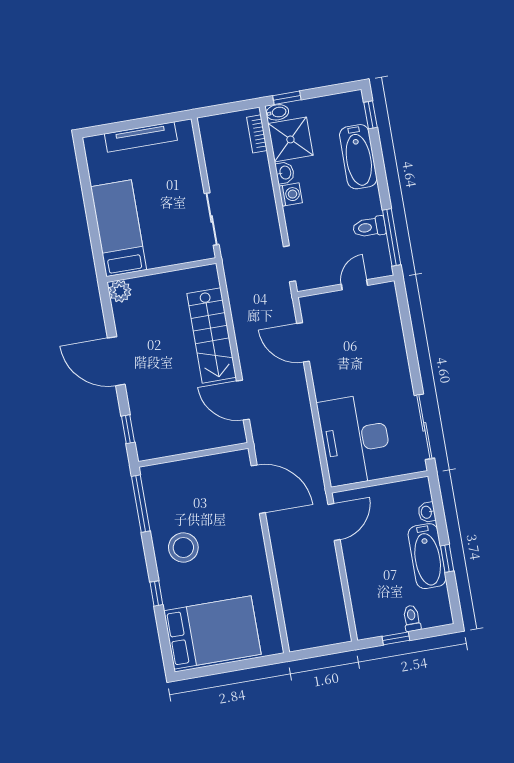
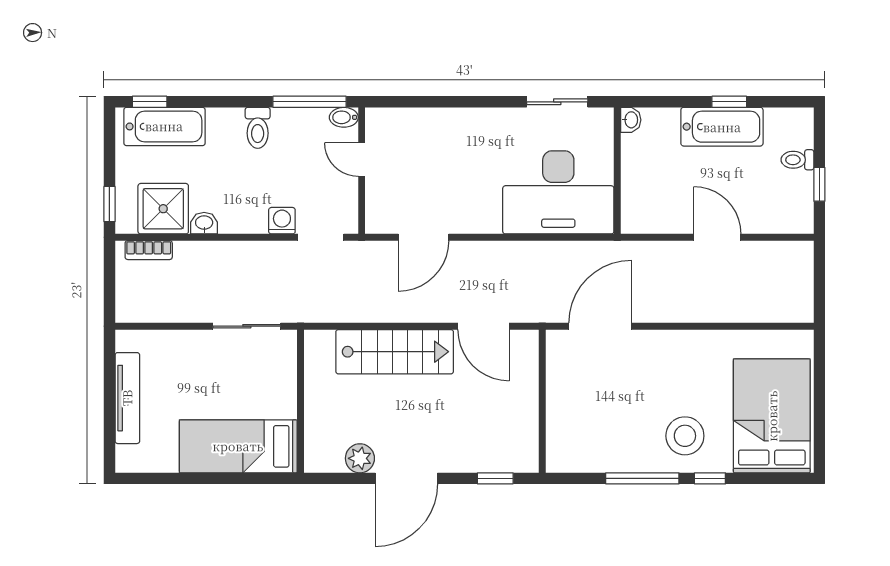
bidet: (277, 112) -> (344, 117), moved, turned -90
bathtub: (358, 157) -> (164, 126), moved
washing machine: (290, 194) -> (282, 221), moved
toilet: (369, 227) -> (258, 128), moved
plant: (120, 291) -> (360, 458), moved
door: (243, 400) -> (484, 326), hinge flipped
sliding door: (424, 427) -> (557, 102), width x0.73
window: (141, 504) -> (642, 478), moved
washbasin: (427, 512) -> (631, 120), moved, turned -90
door: (334, 522) -> (717, 237), moved
stool: (183, 547) -> (685, 436), moved

